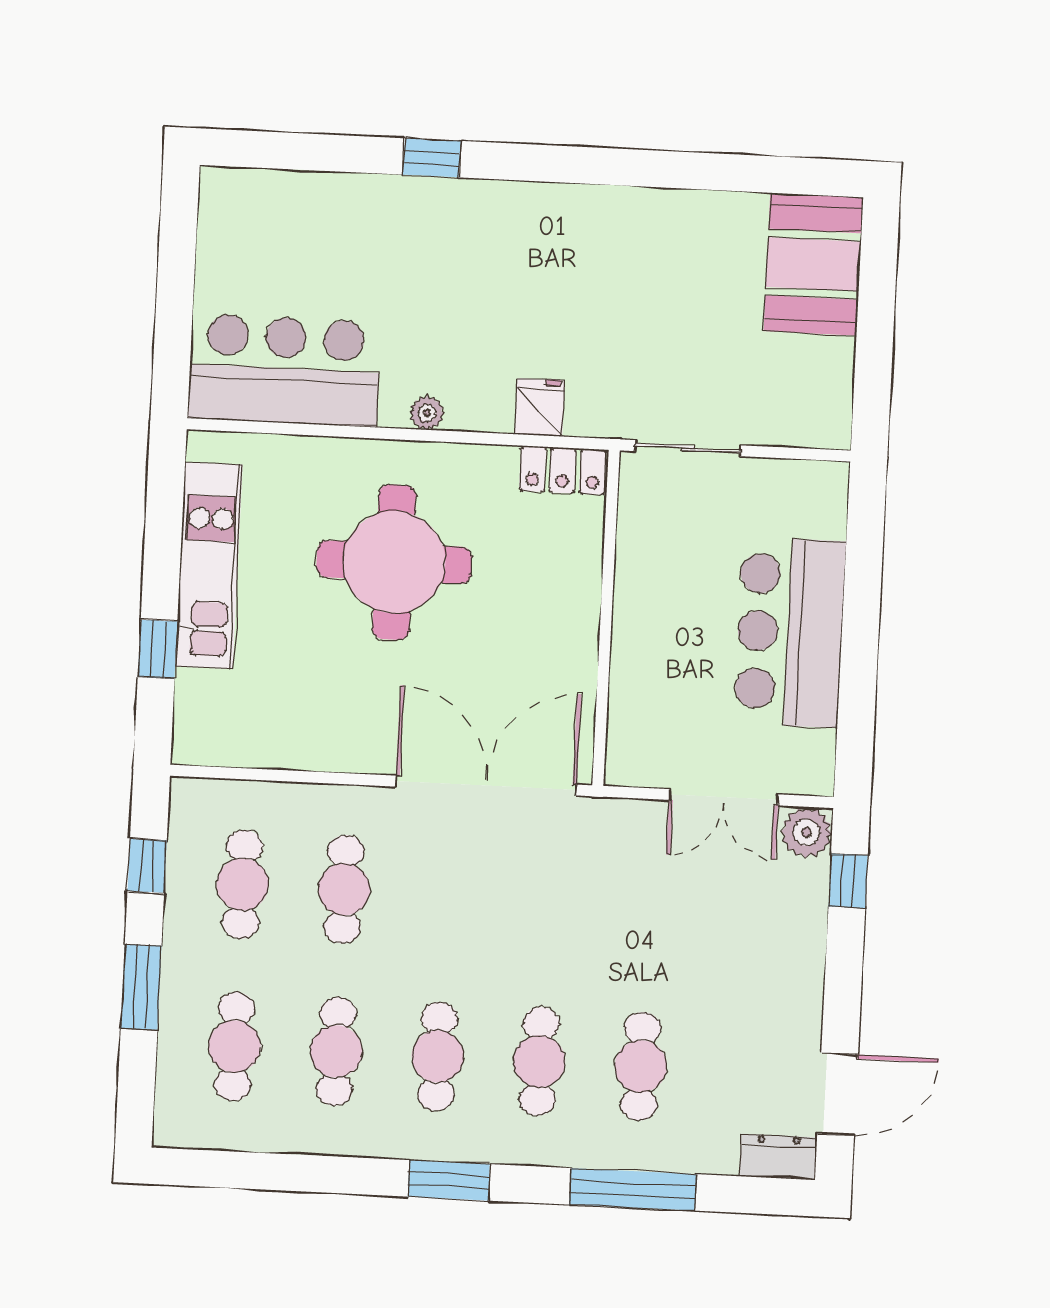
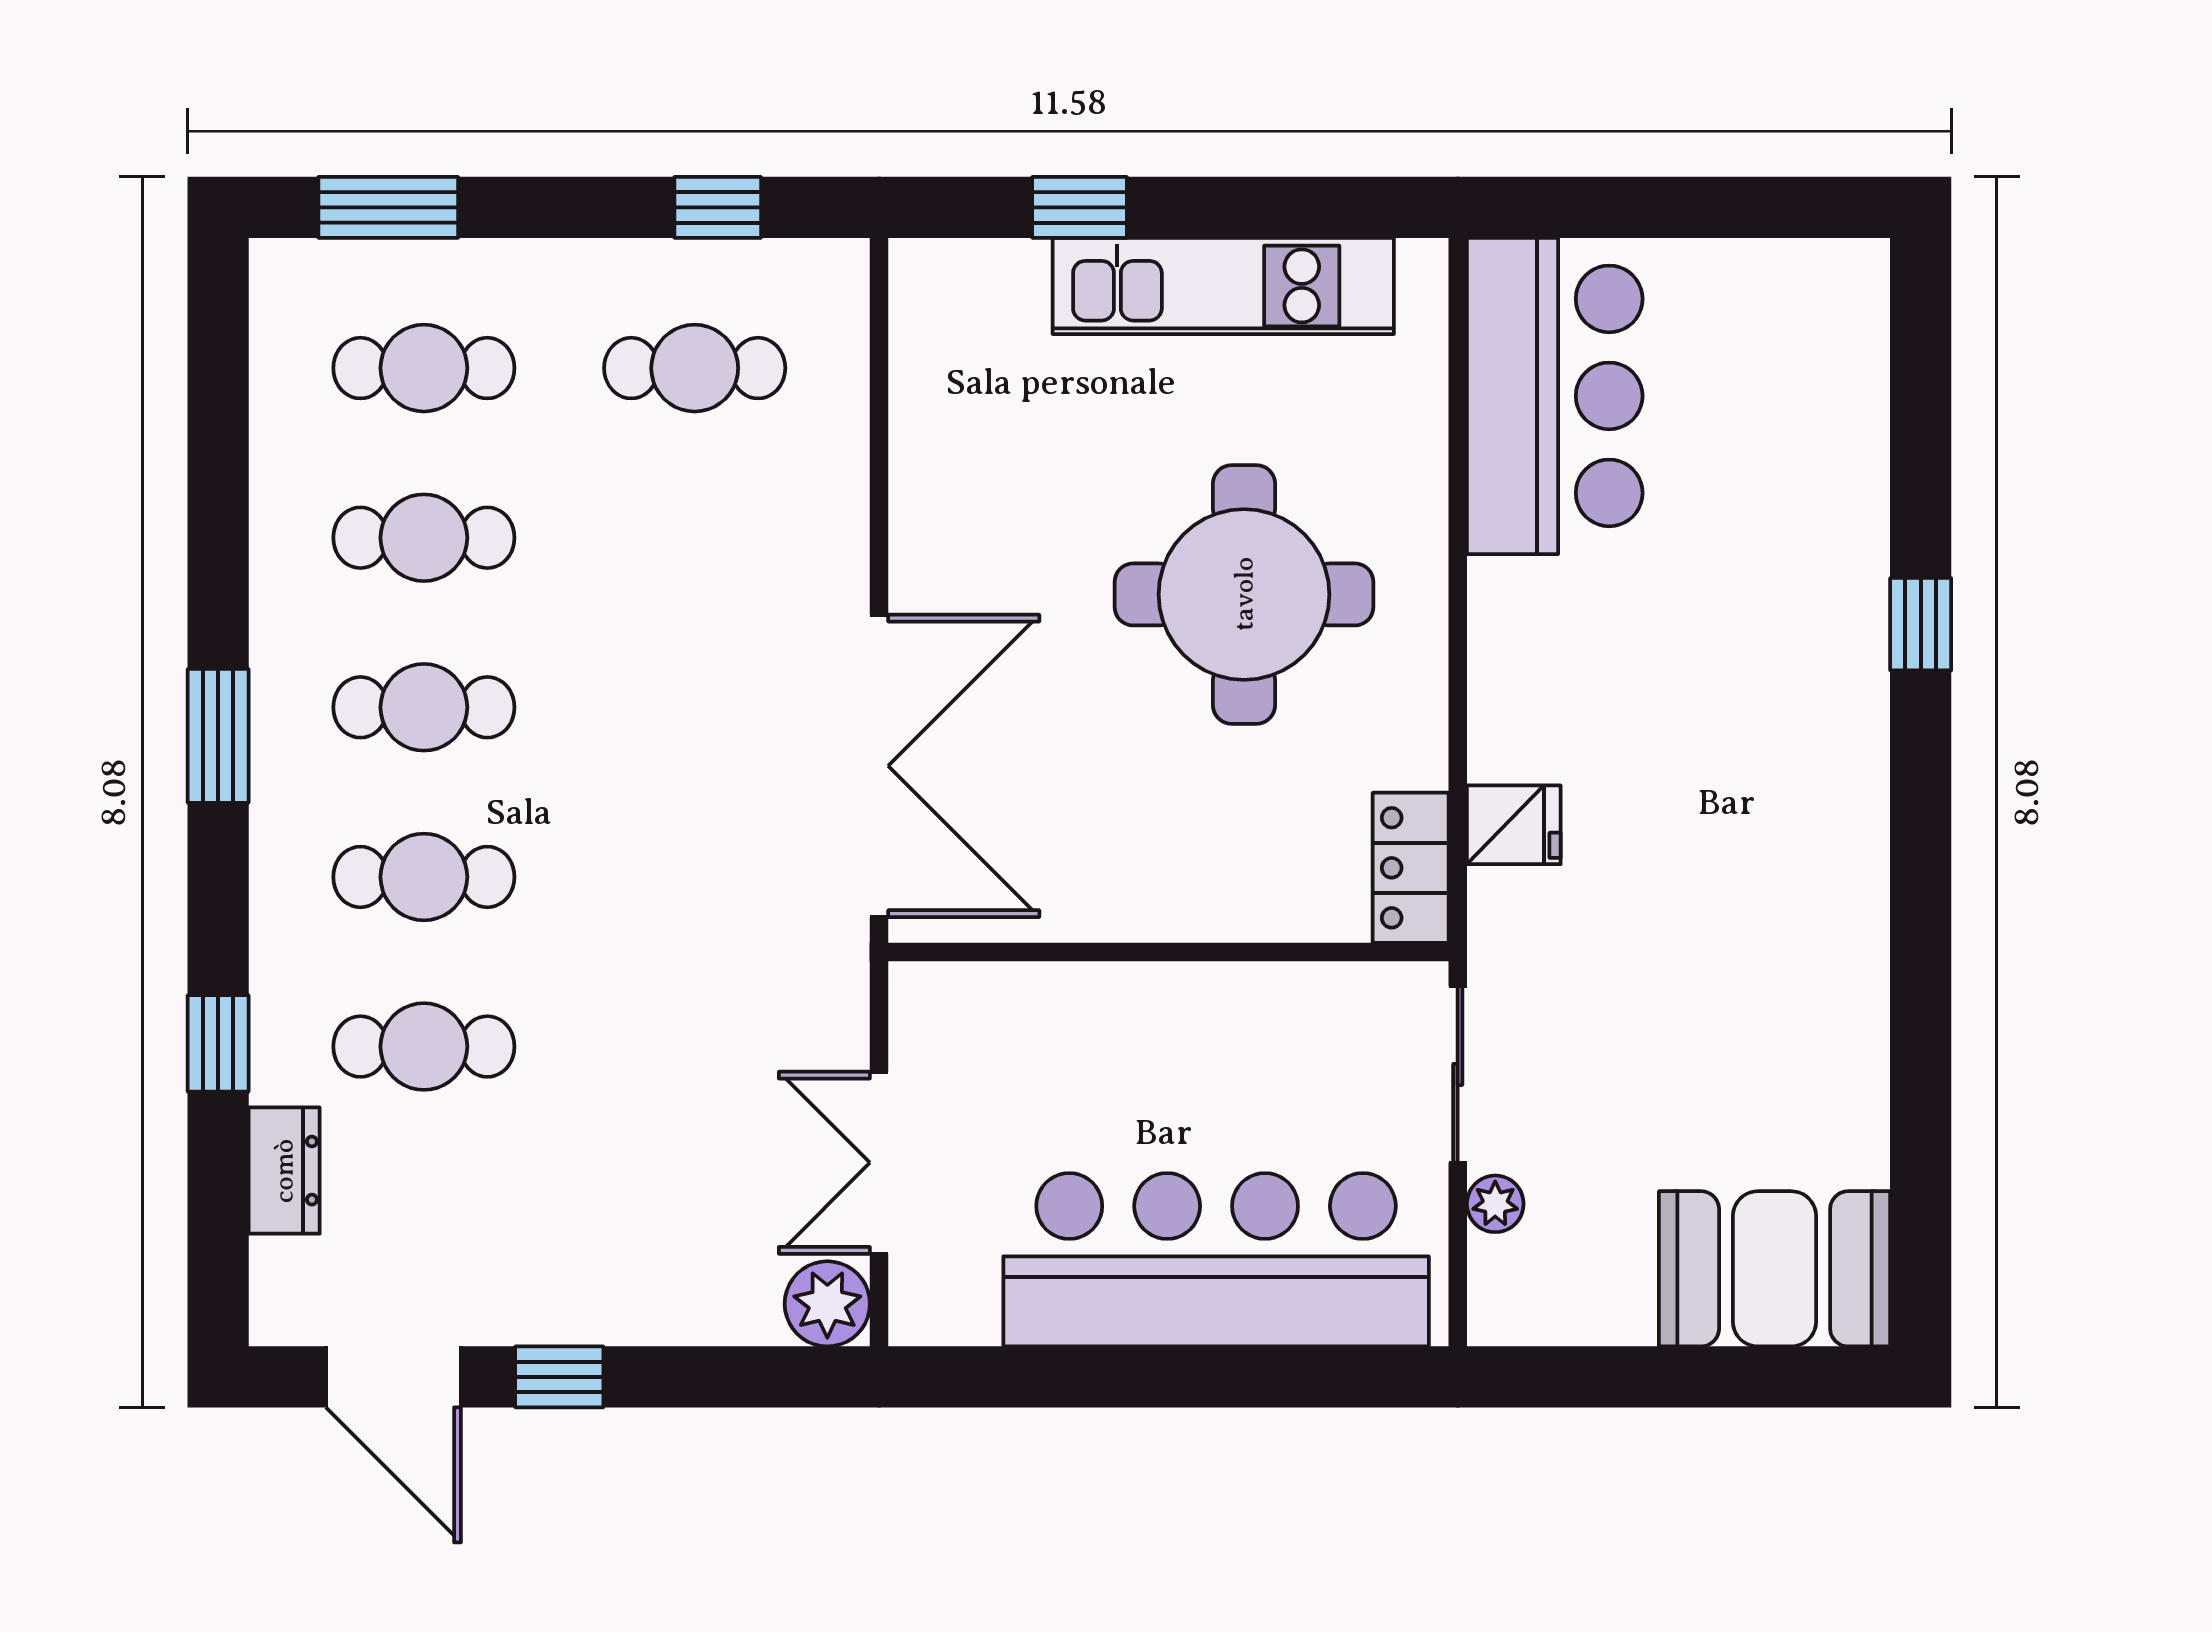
plant: (427, 413) -> (1495, 1204), moved
bar counter: (790, 632) -> (1216, 1260), width x1.36
window: (848, 881) -> (559, 1377), moved
cafe table: (344, 889) -> (695, 538), removed
window: (141, 987) -> (388, 207), moved
dresser: (778, 1157) -> (284, 1171), moved
window: (633, 1189) -> (218, 1043), width x0.46

